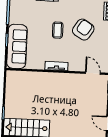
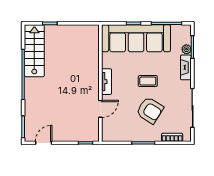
sofa: (17, 46) -> (136, 38), width x1.36, depth x1.27
door: (93, 73) -> (100, 109), moved

